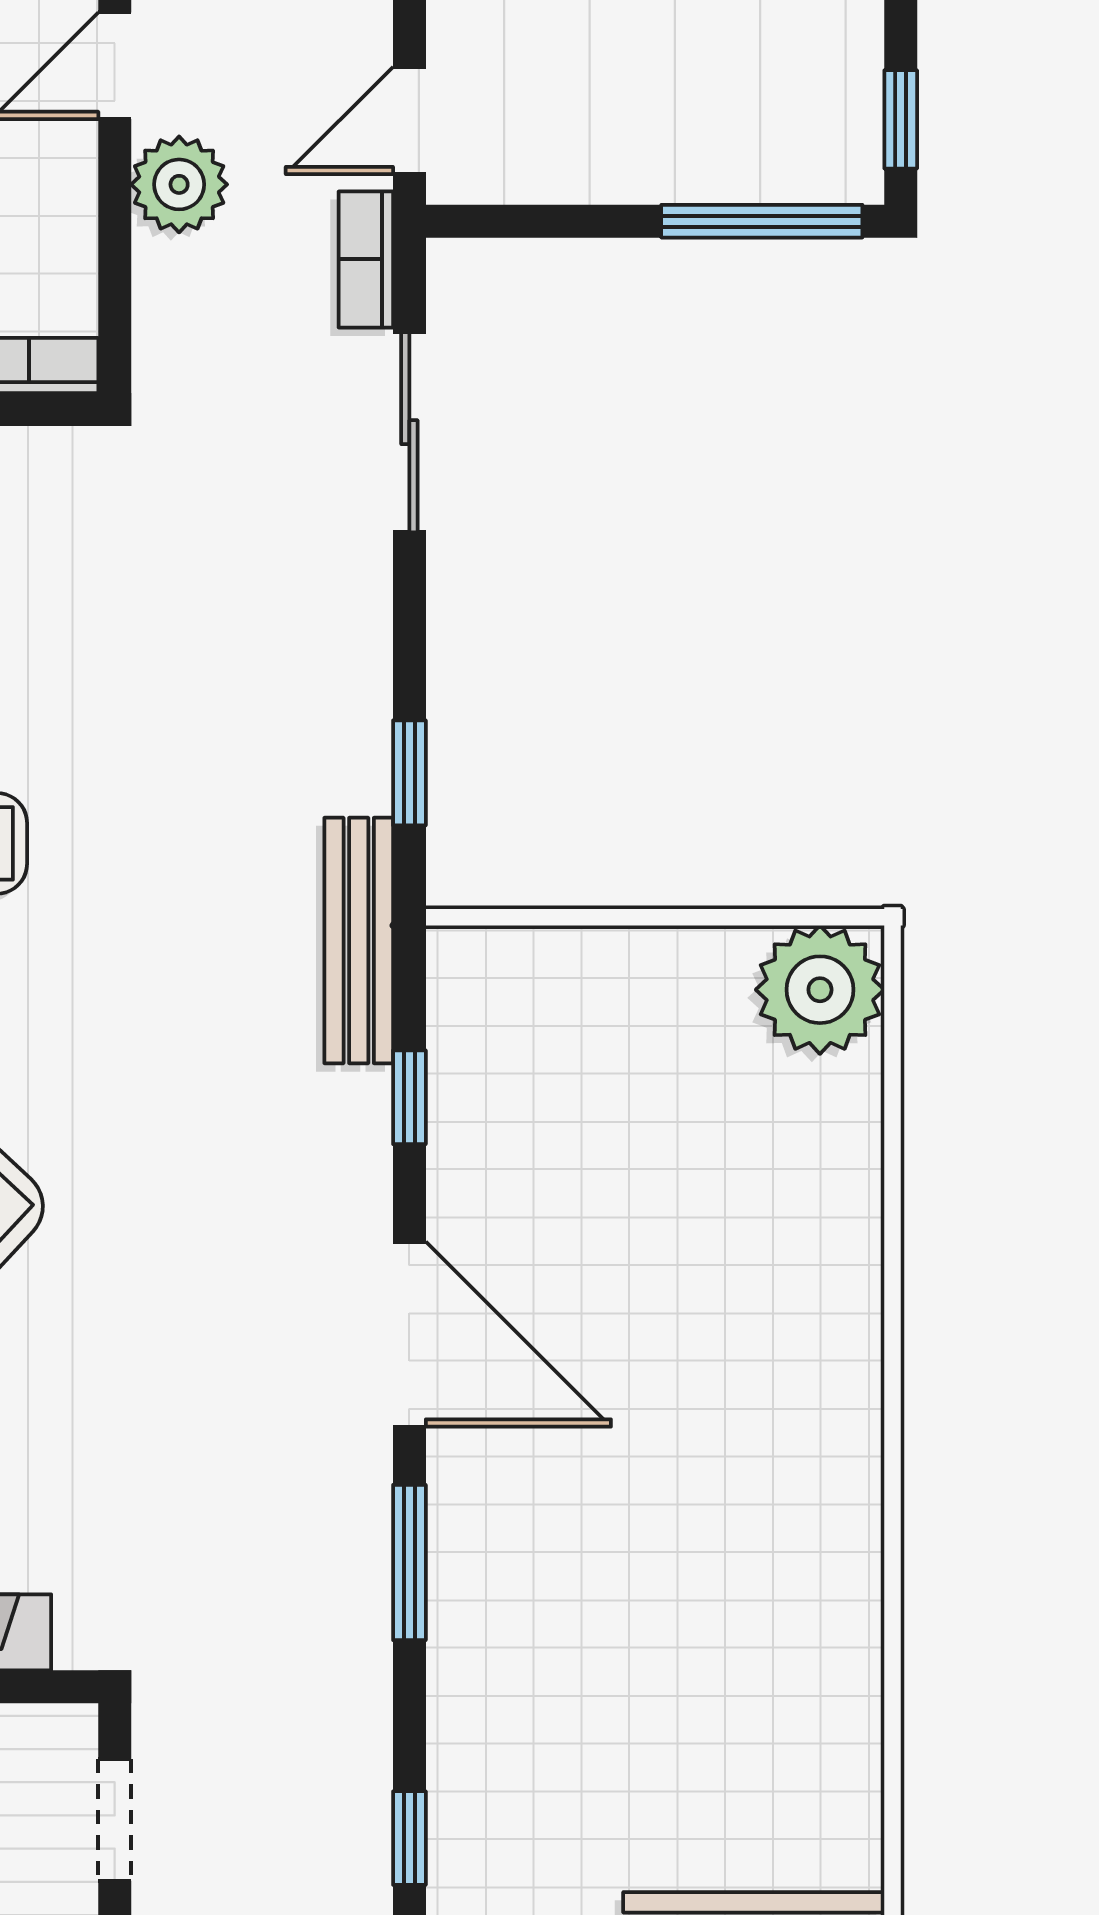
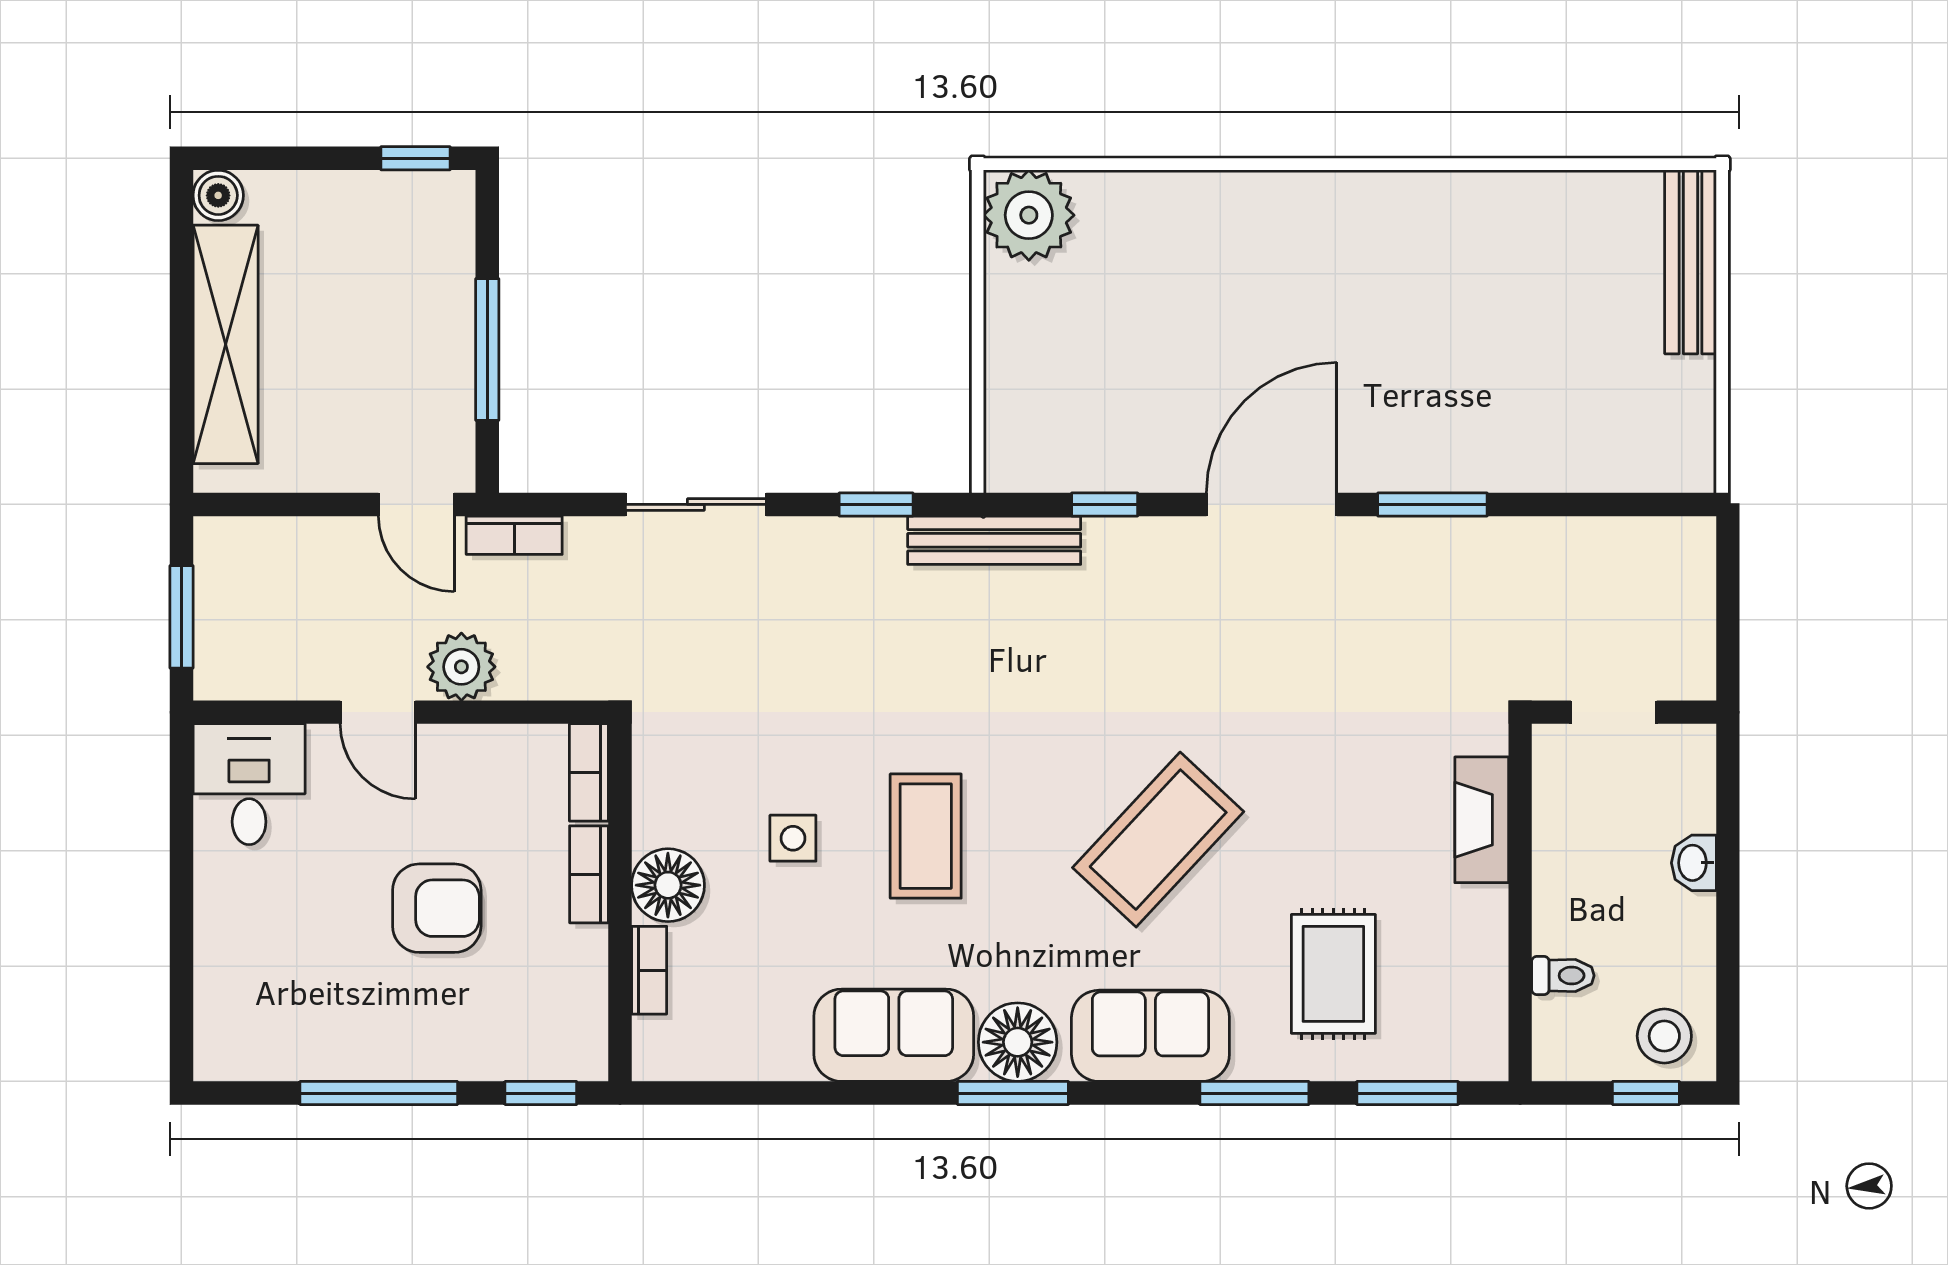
window: (762, 221) -> (487, 349), moved
sliding door: (409, 432) -> (696, 504), moved
window: (409, 1838) -> (1627, 504), removed

